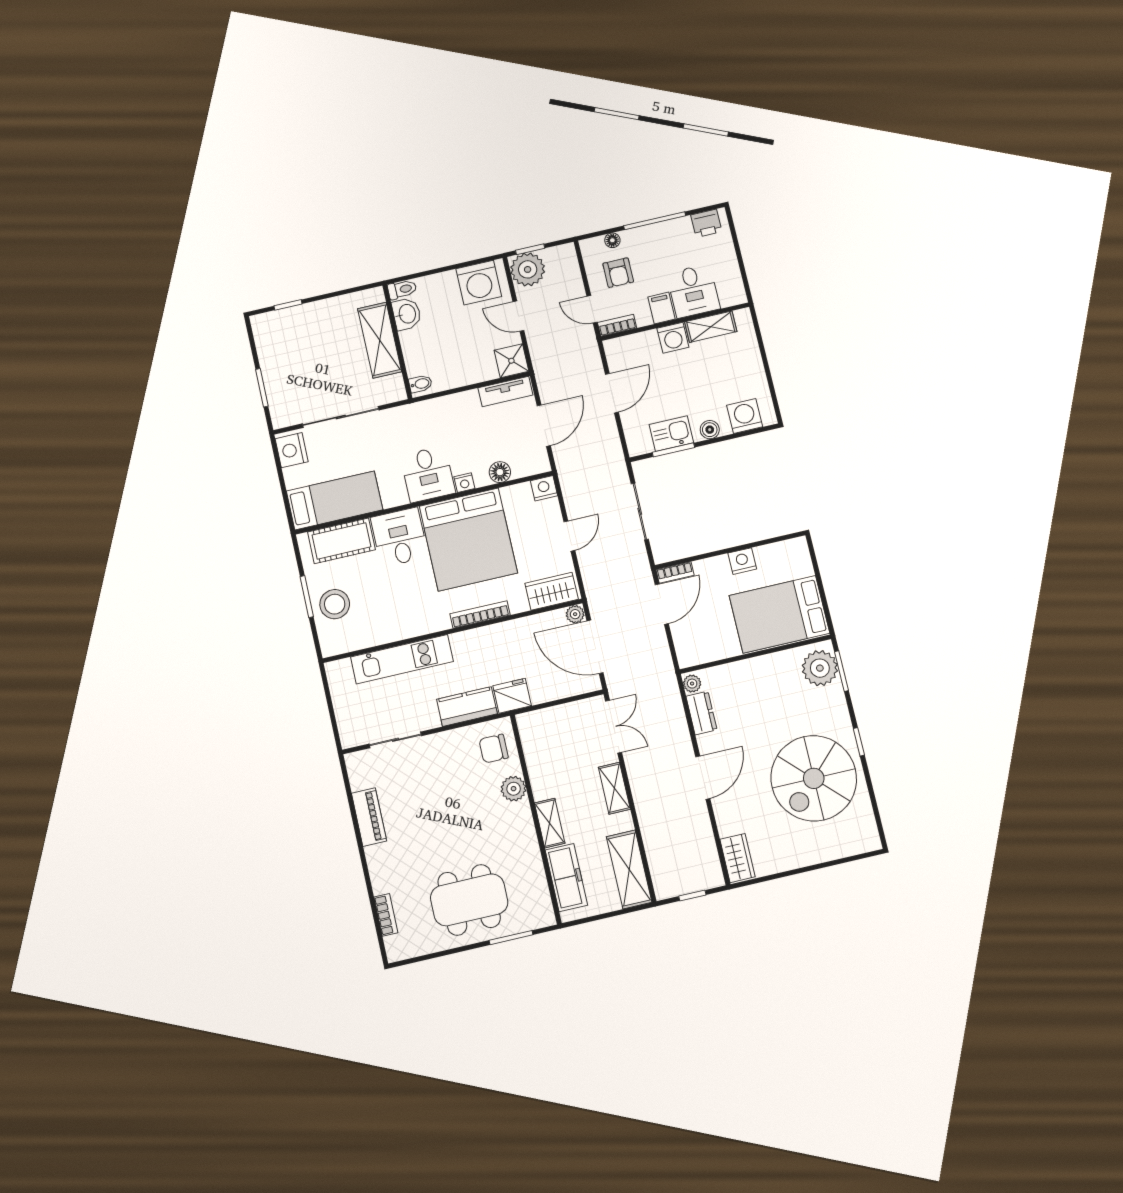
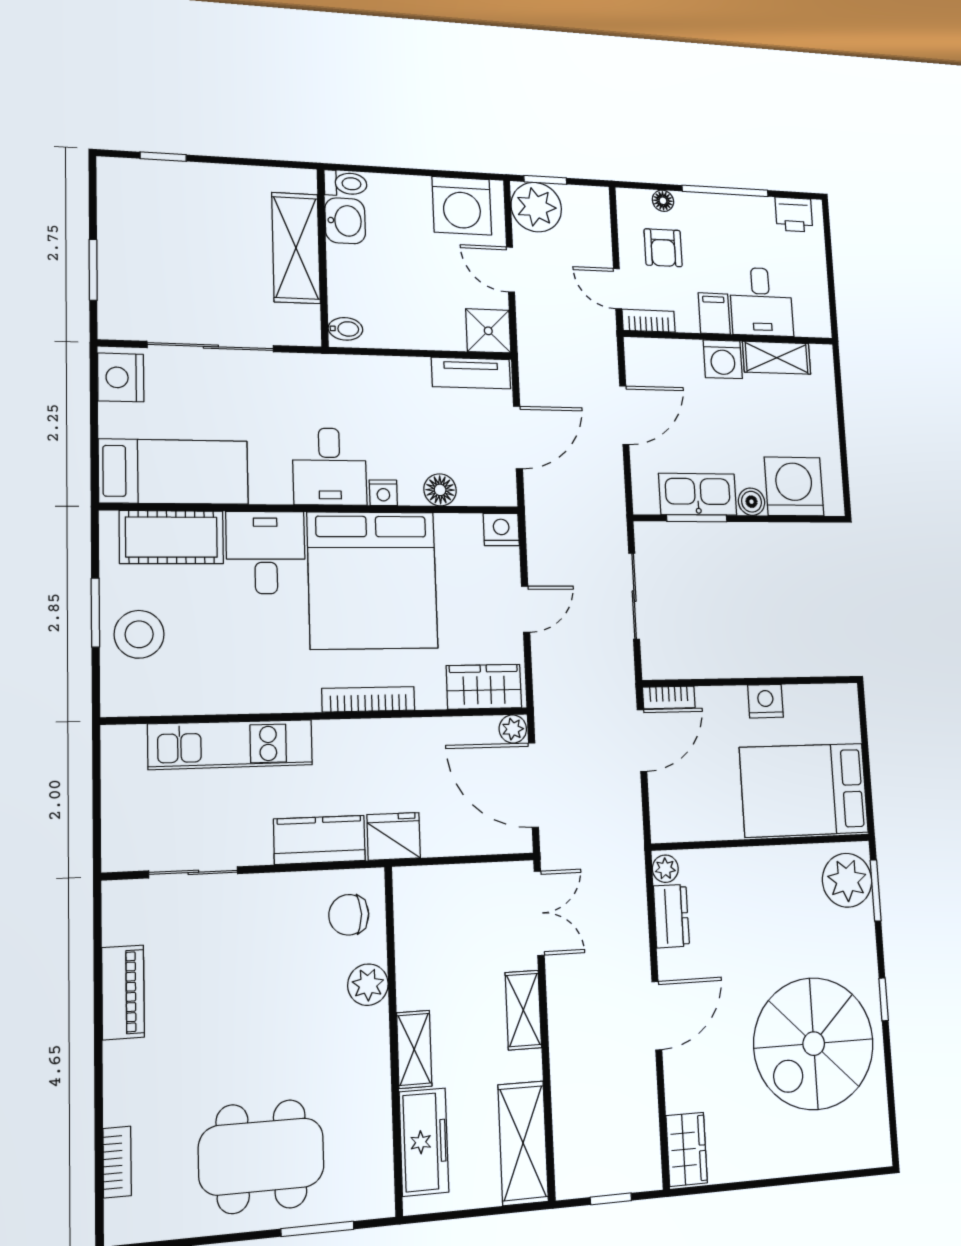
washing machine: (745, 416) -> (794, 486), width x1.37, depth x1.37
kitchen sink: (671, 434) -> (698, 494), width x1.38

